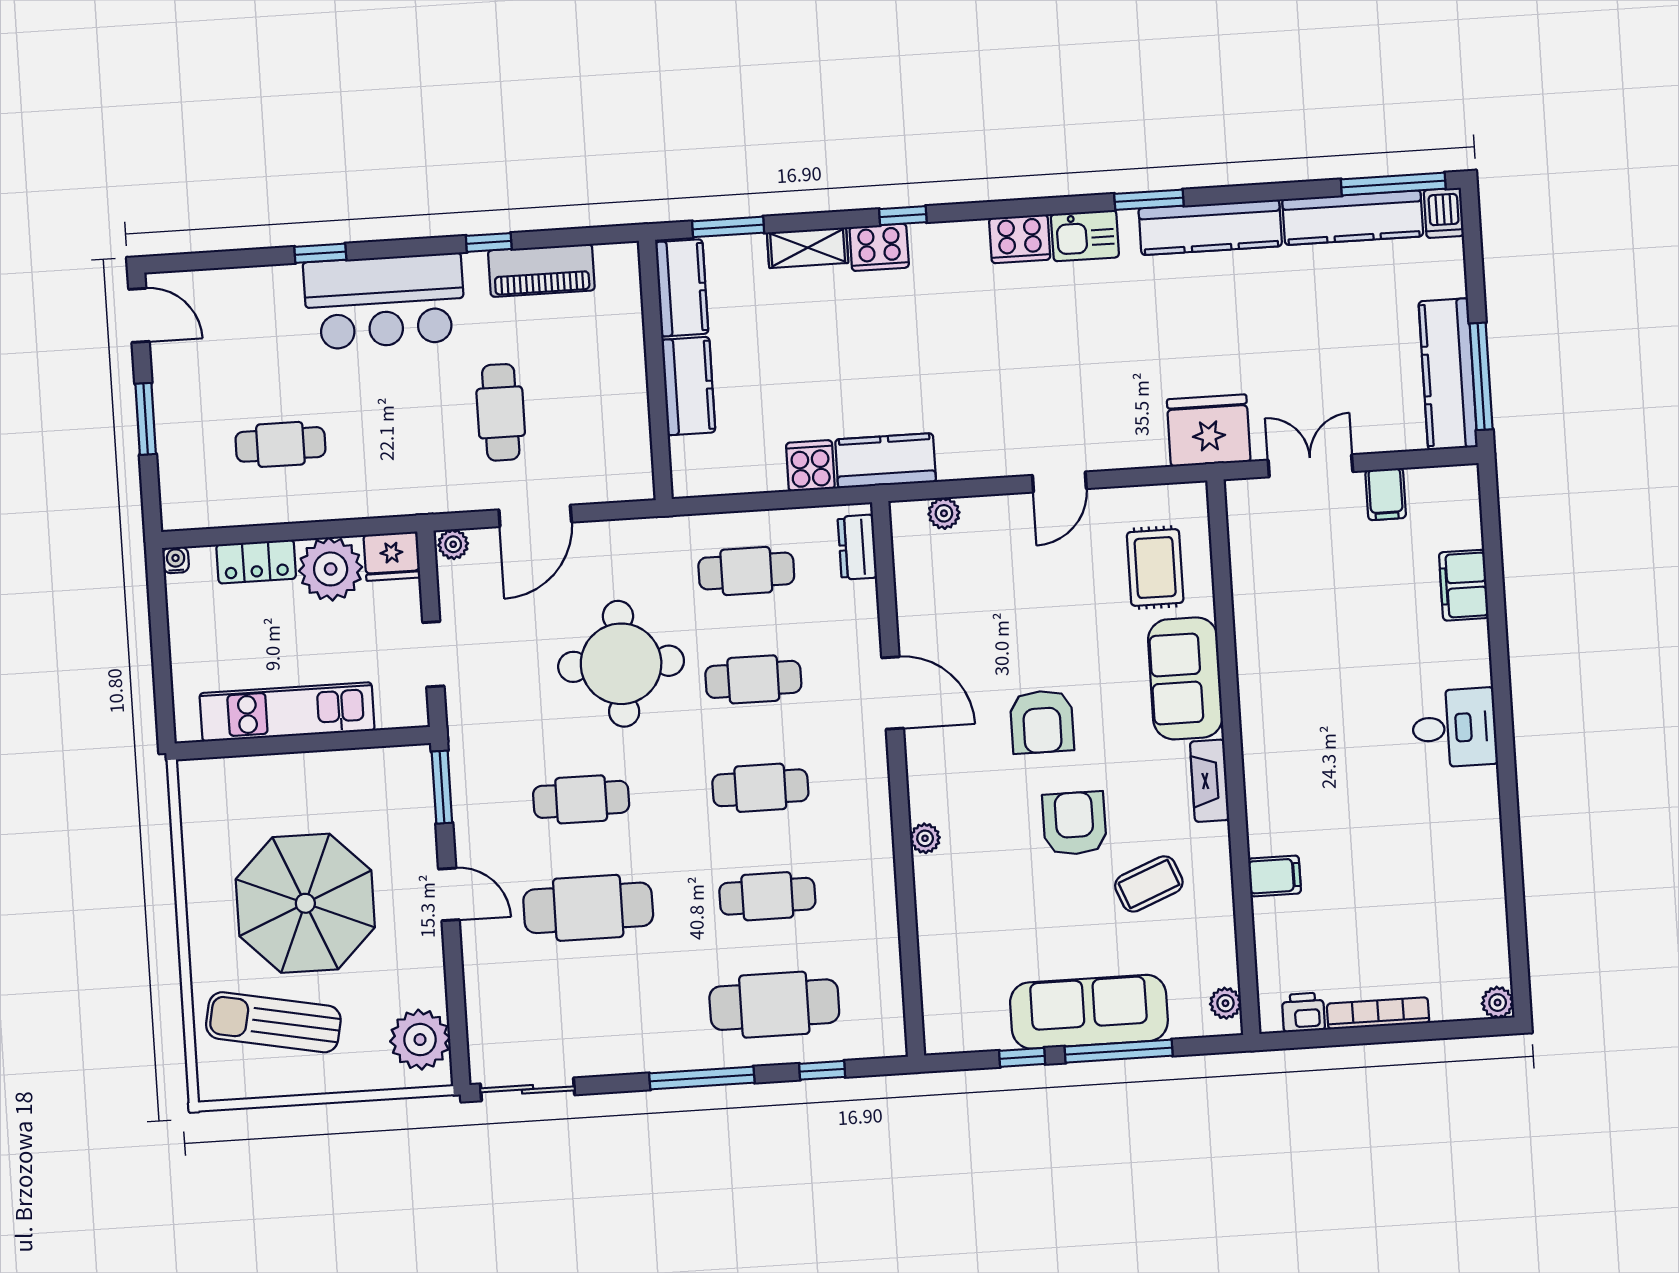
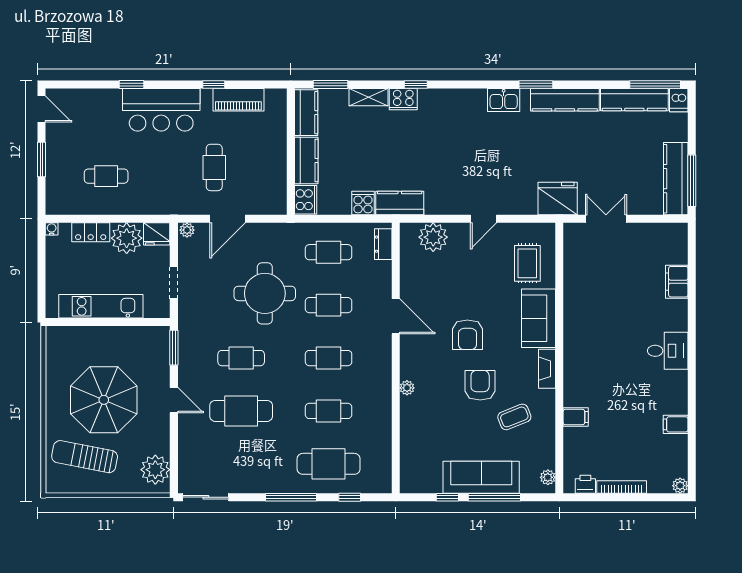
cooker: (1020, 239) -> (306, 200), moved, turned -90
filing cabinet: (1386, 494) -> (676, 424), moved, turned 90
plant: (944, 513) -> (433, 237), width x1.88, depth x1.88

